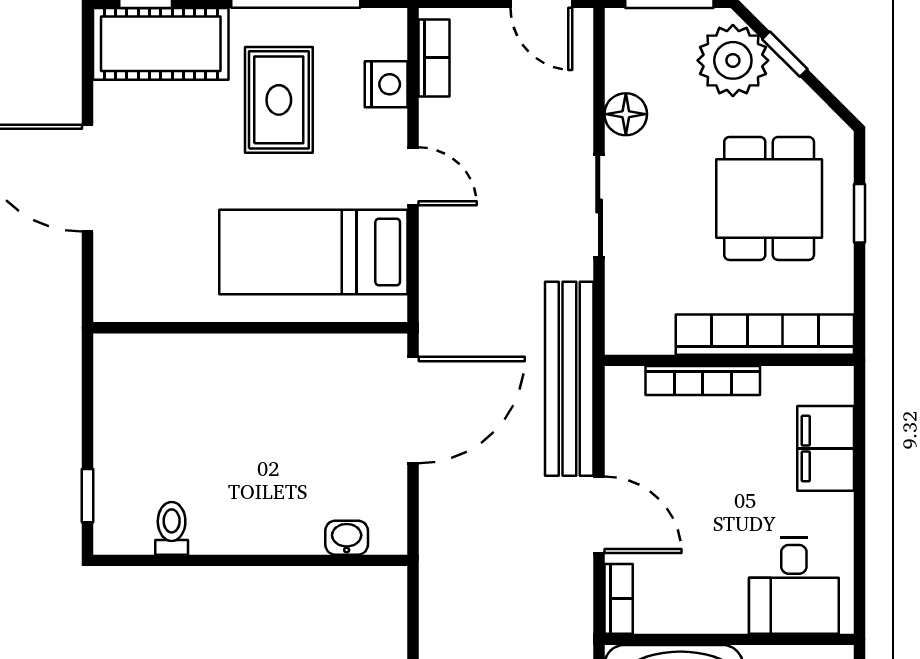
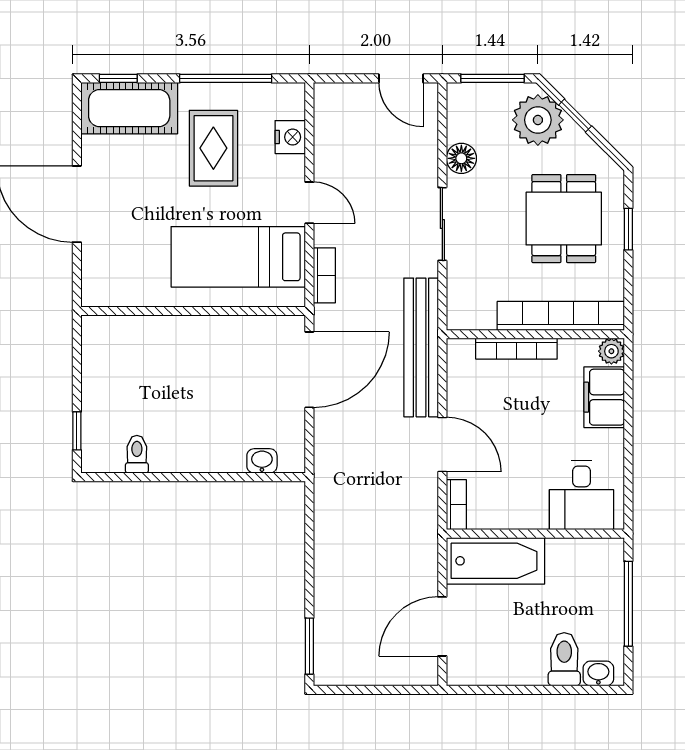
bookcase: (434, 58) -> (324, 275), moved
plant: (836, 384) -> (611, 351), added

